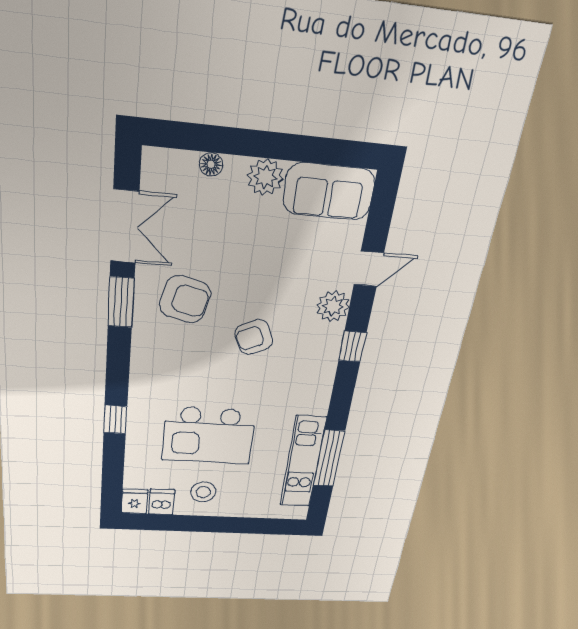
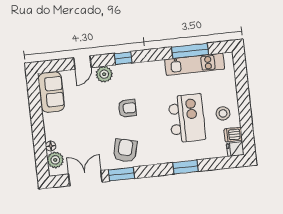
plant: (265, 177) -> (55, 160), moved
door: (369, 269) -> (82, 63), swing flipped
armchair: (185, 299) -> (125, 151), moved
armchair: (254, 337) -> (127, 108), turned -65
window: (115, 420) -> (185, 167), width x1.50

